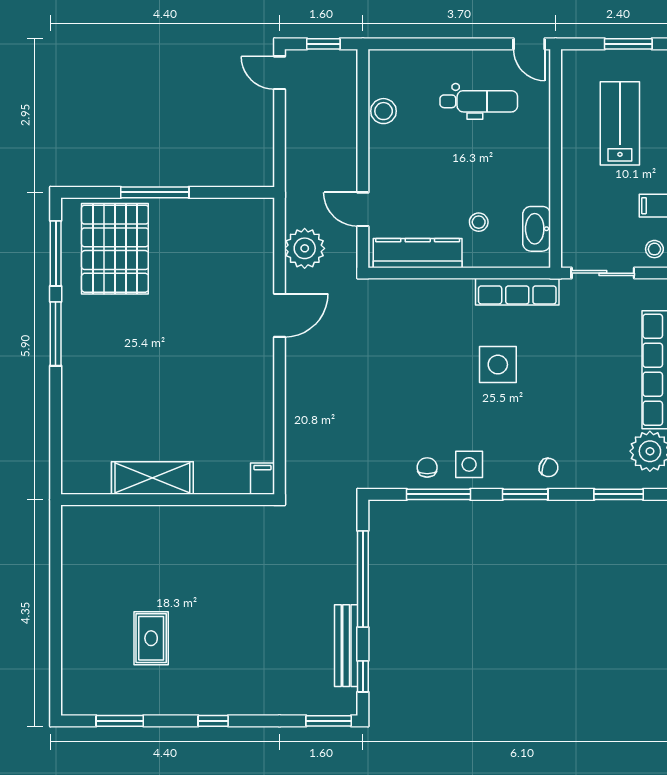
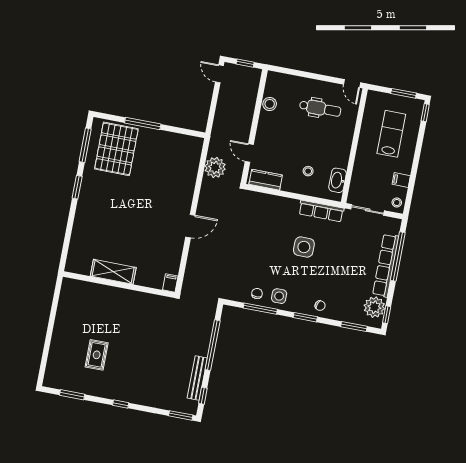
kitchen counter: (418, 253) -> (266, 180), width x0.67
door: (280, 315) -> (190, 226), moved
window: (56, 334) -> (77, 187), width x0.69

